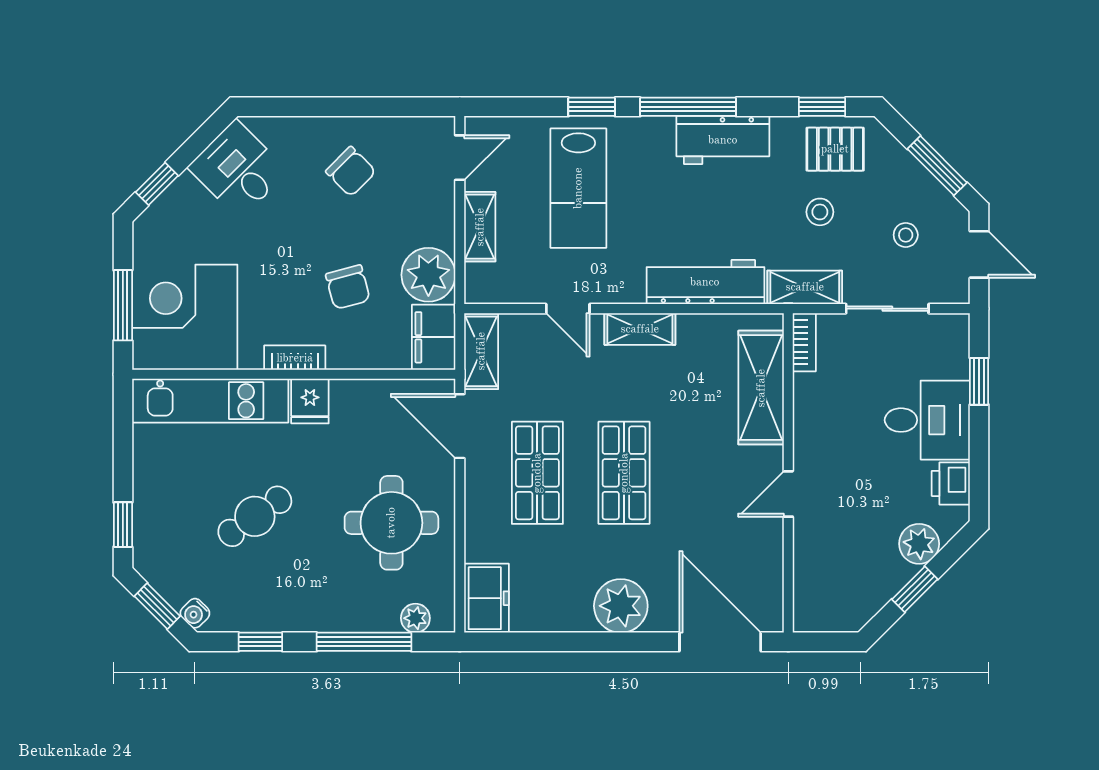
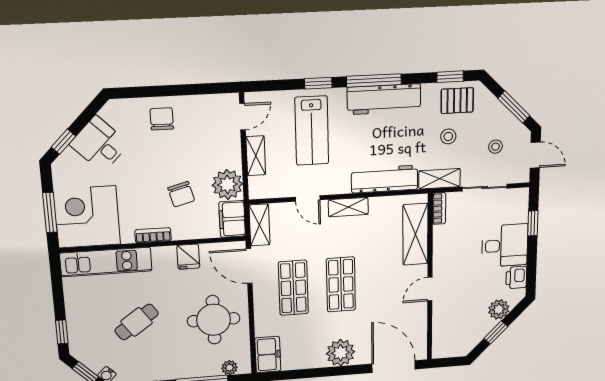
workbench: (723, 140) -> (384, 99), width x1.38
desk: (238, 169) -> (99, 144), moved
chair: (351, 171) -> (162, 119), moved, turned -135
fridge: (310, 401) -> (188, 257), moved

